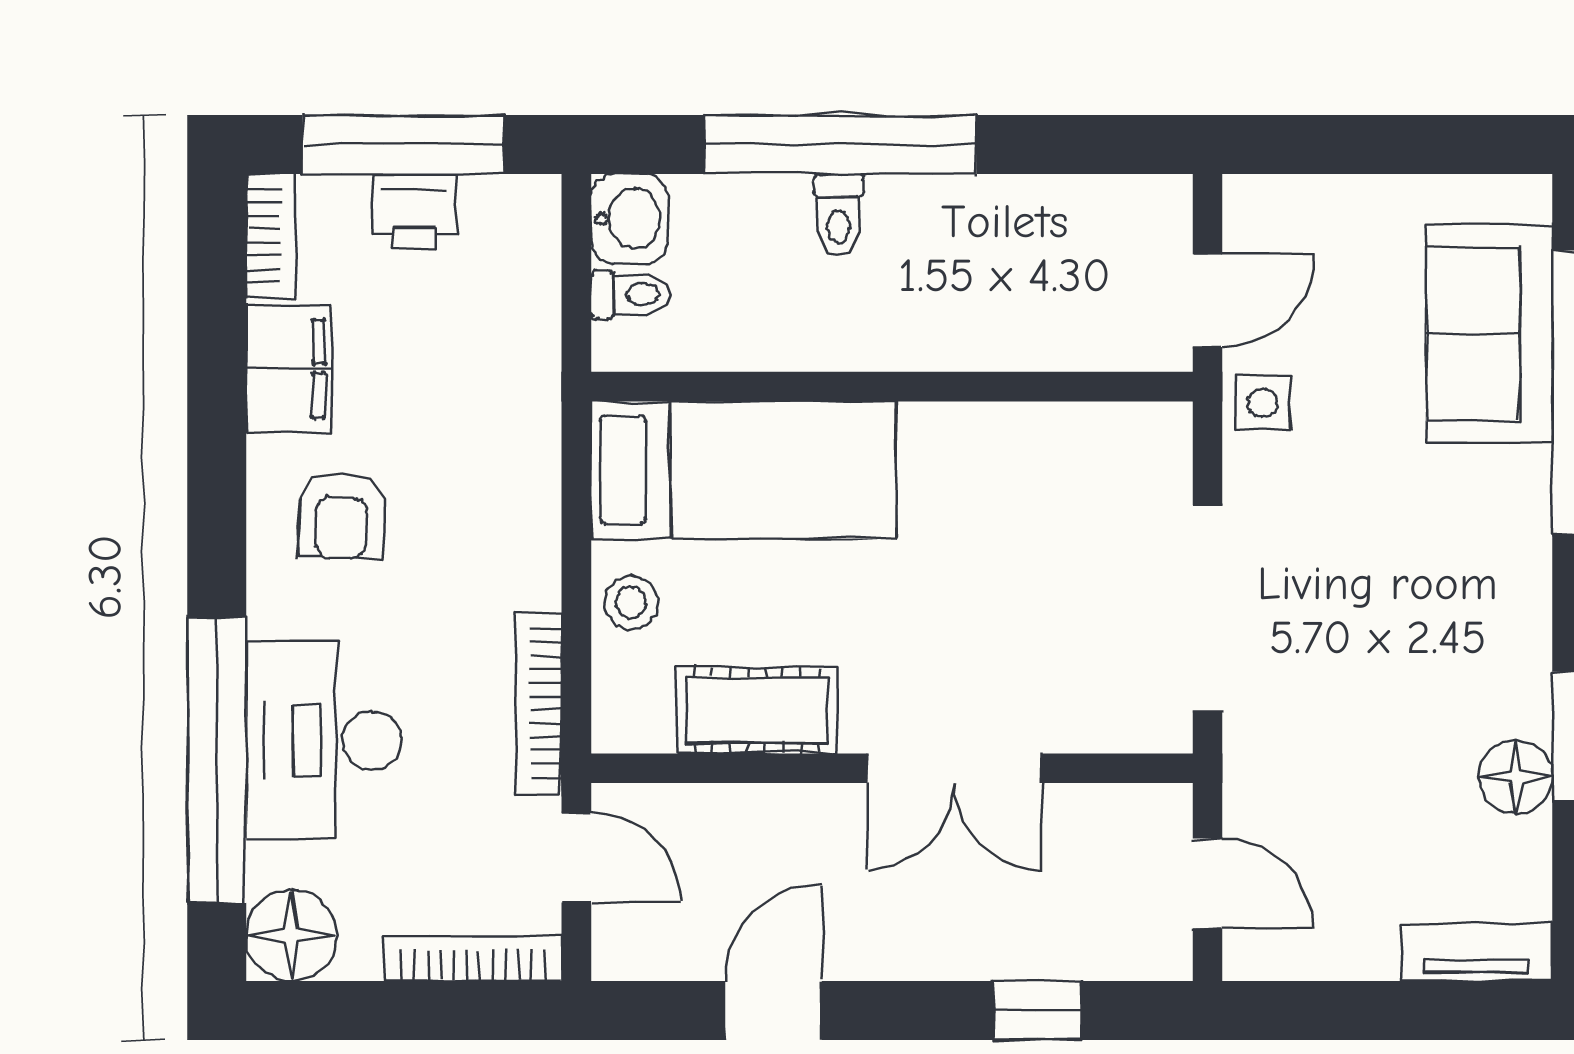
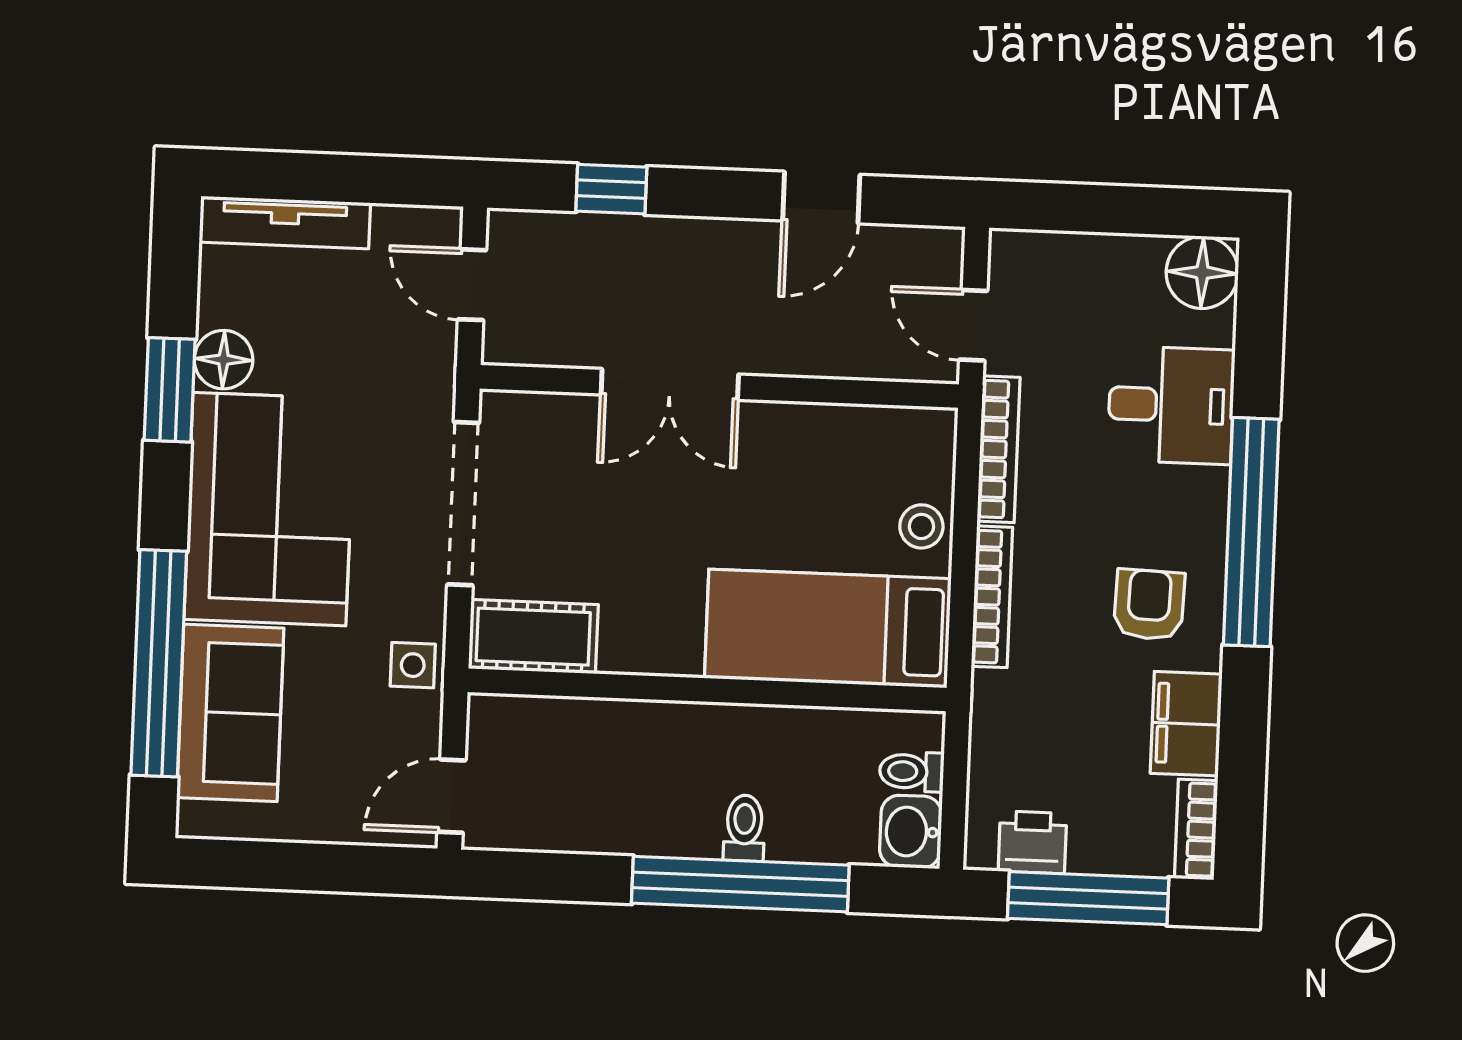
printer: (414, 212) -> (1032, 842), moved
door: (1208, 301) -> (451, 796), moved
corner sofa: (1451, 591) -> (269, 509), added
cot: (757, 710) -> (533, 637), moved
desk: (324, 741) -> (1171, 405), width x0.73
window: (217, 760) -> (1251, 532), moved
double door: (954, 768) -> (670, 384), swing flipped
tv unit: (1477, 952) -> (285, 222), width x1.41
bookcase: (473, 958) -> (992, 597), moved, turned -90

